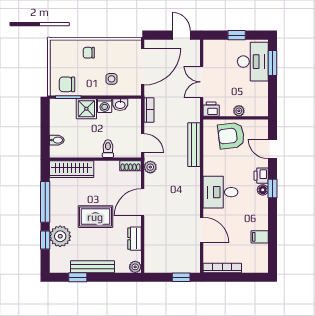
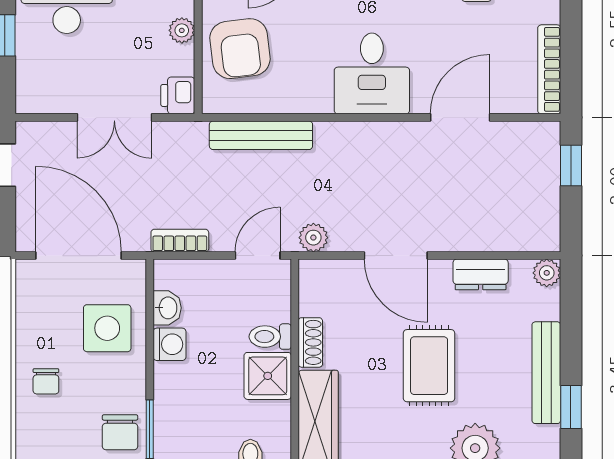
side table: (112, 79) -> (107, 328), width x1.87, depth x1.87
shower: (86, 109) -> (268, 376), moved
shoe rack: (130, 166) -> (310, 342), moved

